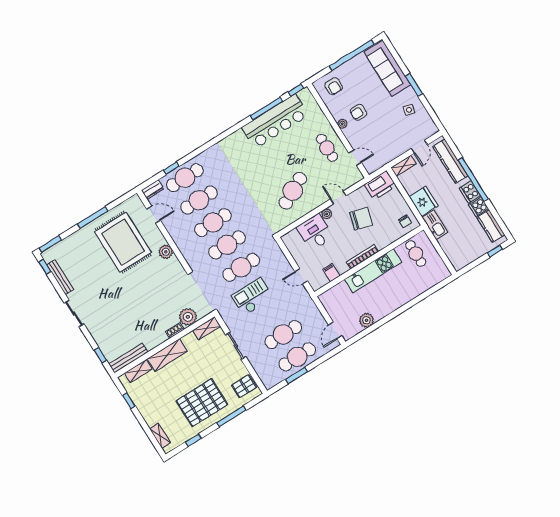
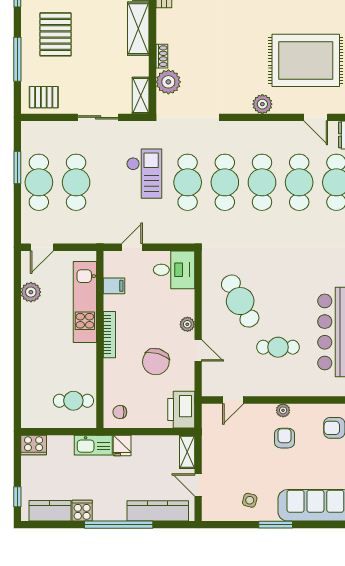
cafe table: (327, 148) -> (278, 347), moved
cooker: (470, 192) -> (34, 445), moved, turned 180
door: (338, 197) -> (198, 350), hinge flipped
fridge: (424, 201) -> (122, 446), width x0.53, depth x0.75
door: (154, 215) -> (316, 117), hinge flipped
desk: (315, 232) -> (174, 270), moved
kitchen unit: (373, 271) -> (85, 302), moved
door: (335, 331) -> (42, 247), swing flipped
pallet: (244, 386) -> (44, 97), turned 90
pallet: (202, 403) -> (56, 34), width x0.73, depth x0.71

